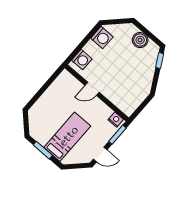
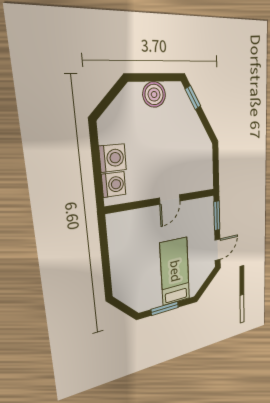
washing machine: (102, 38) -> (113, 158), moved
door: (92, 89) -> (170, 199), moved
nightstand: (116, 120) -> (203, 205), removed

